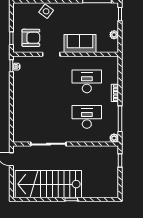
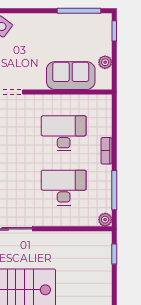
sofa: (80, 43) -> (71, 76), moved

